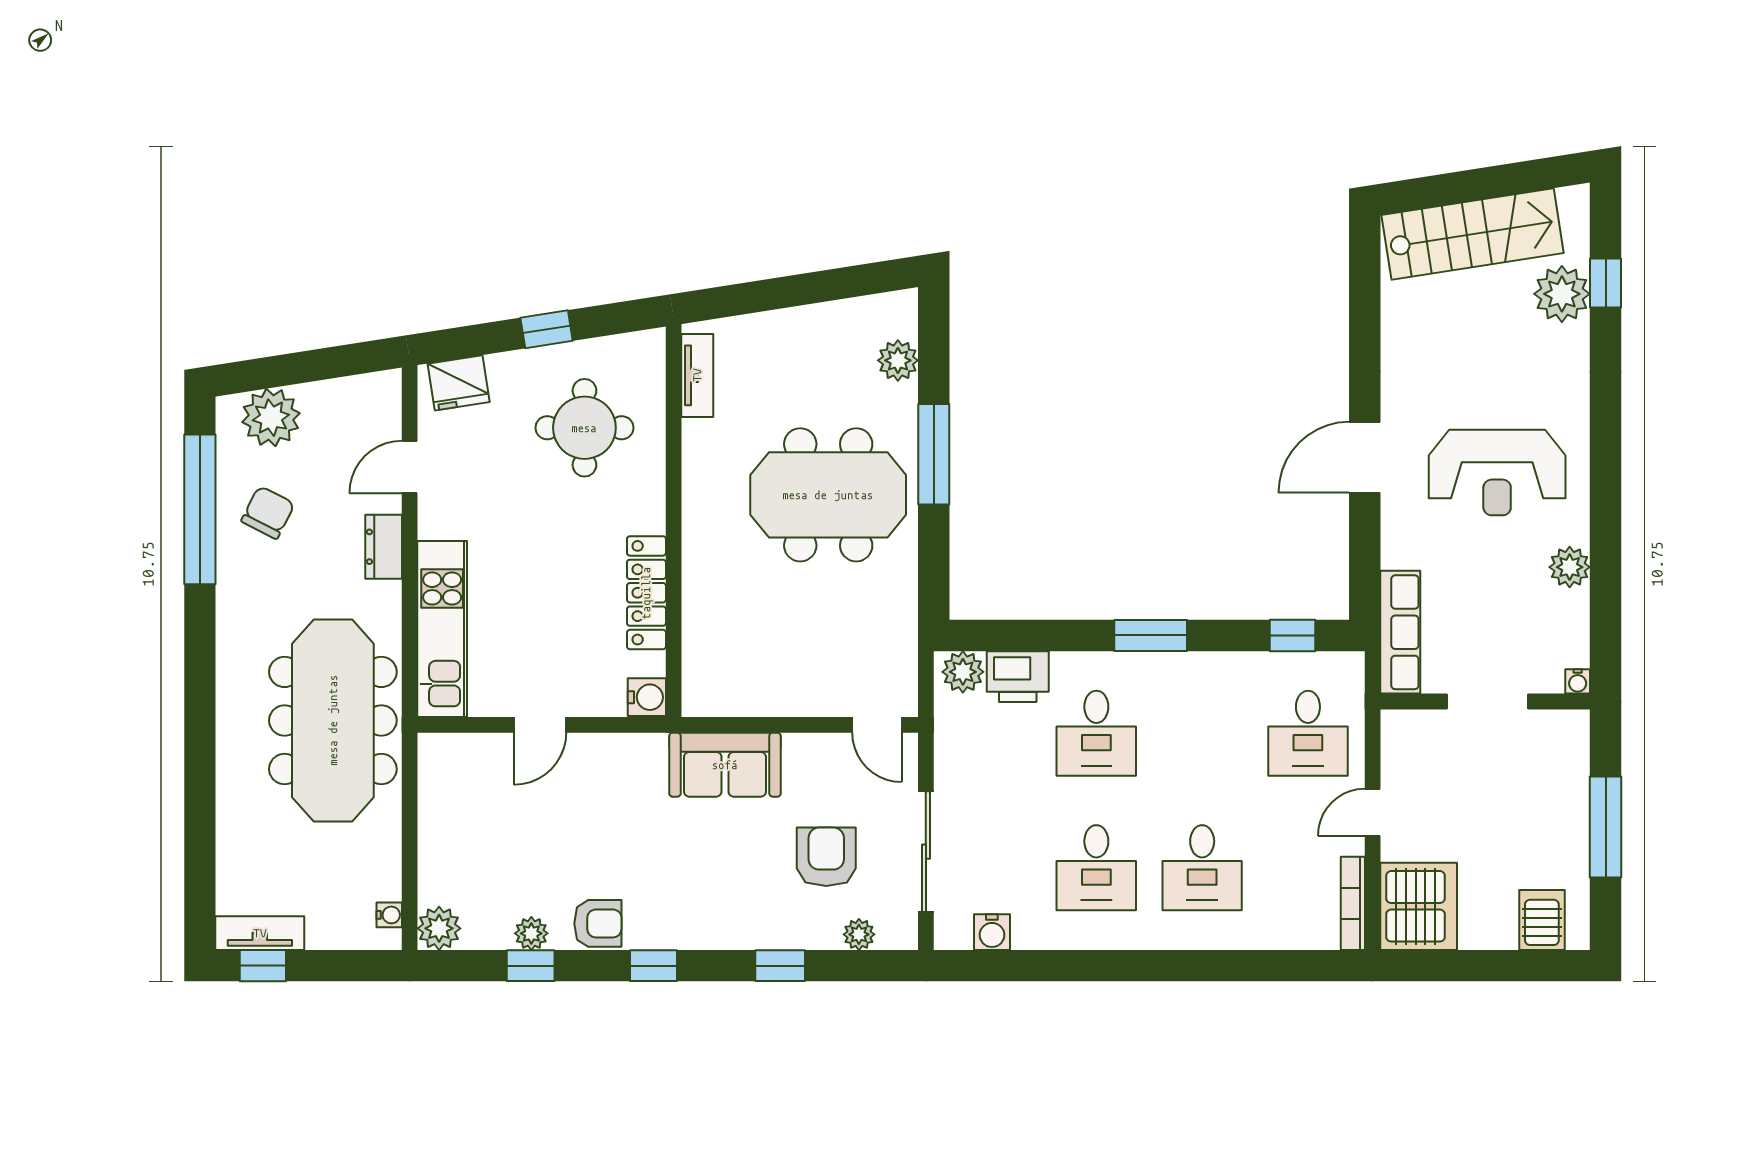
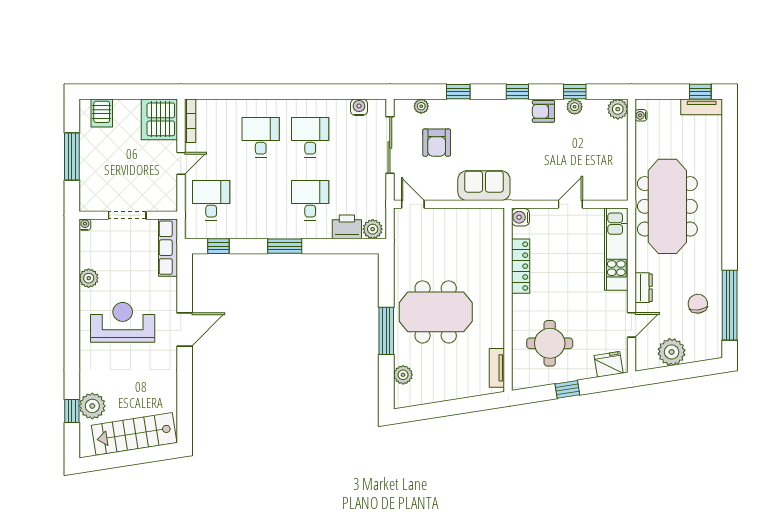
plant: (271, 418) -> (672, 352), moved
chair: (268, 512) -> (698, 304), turned 145

